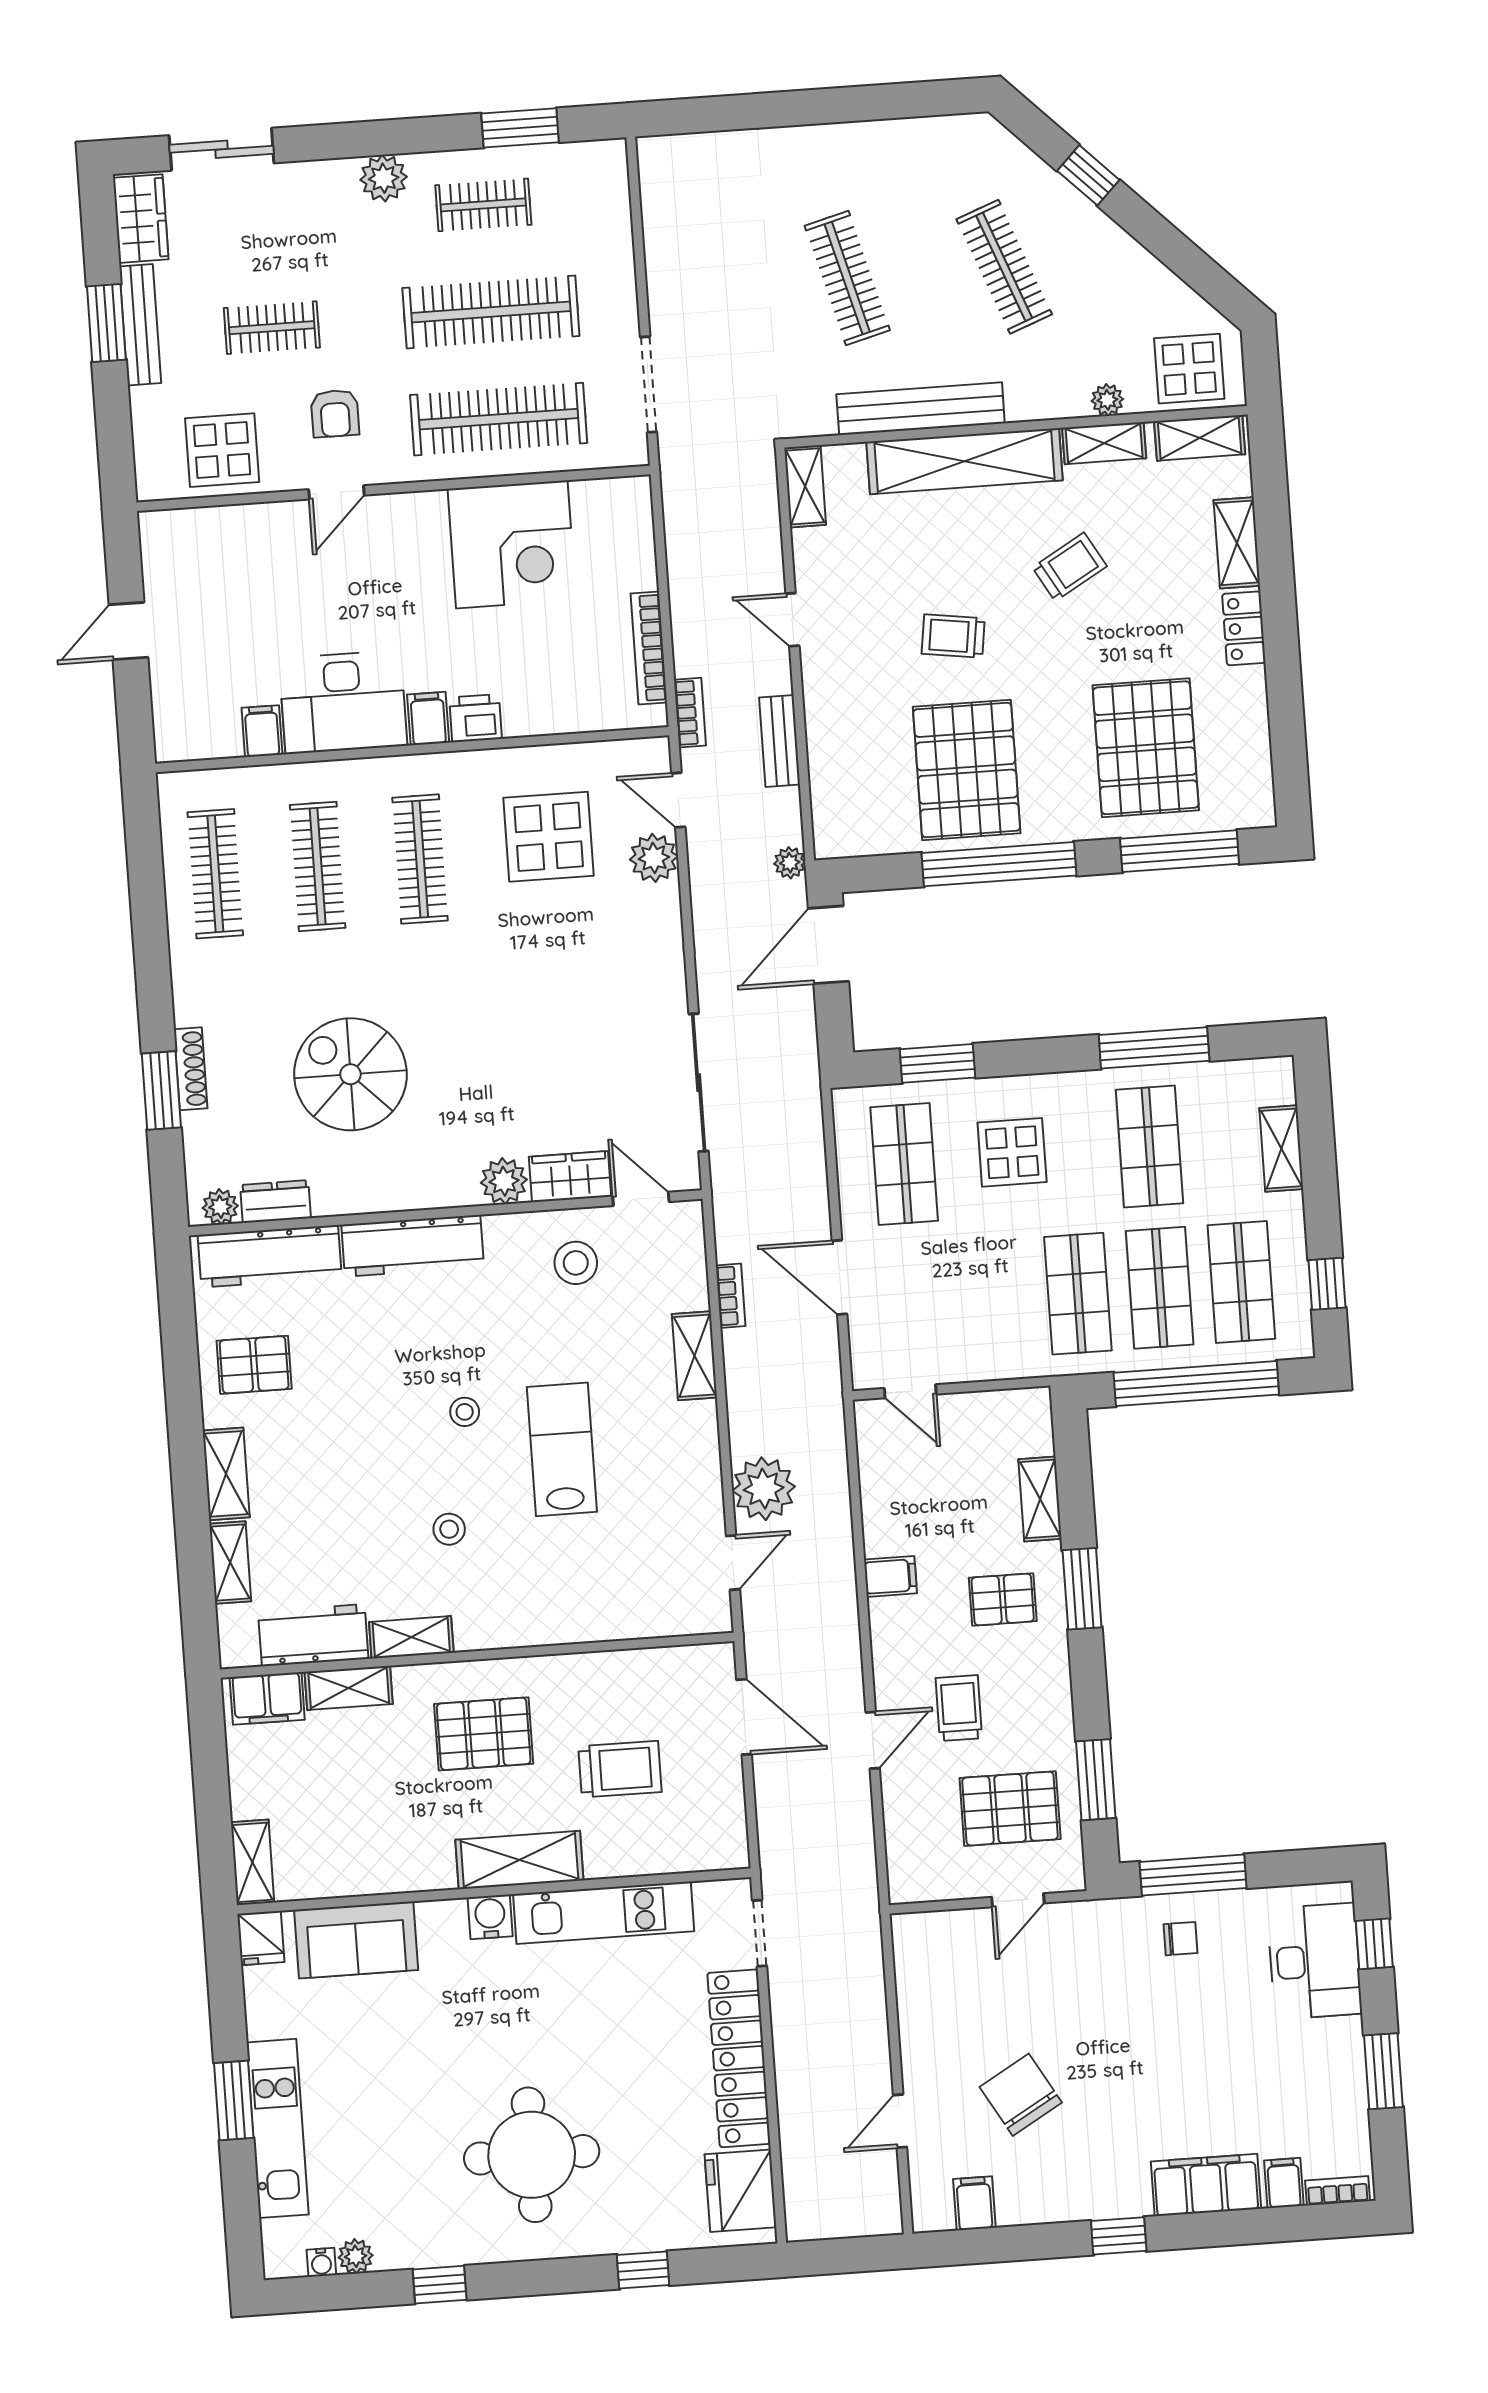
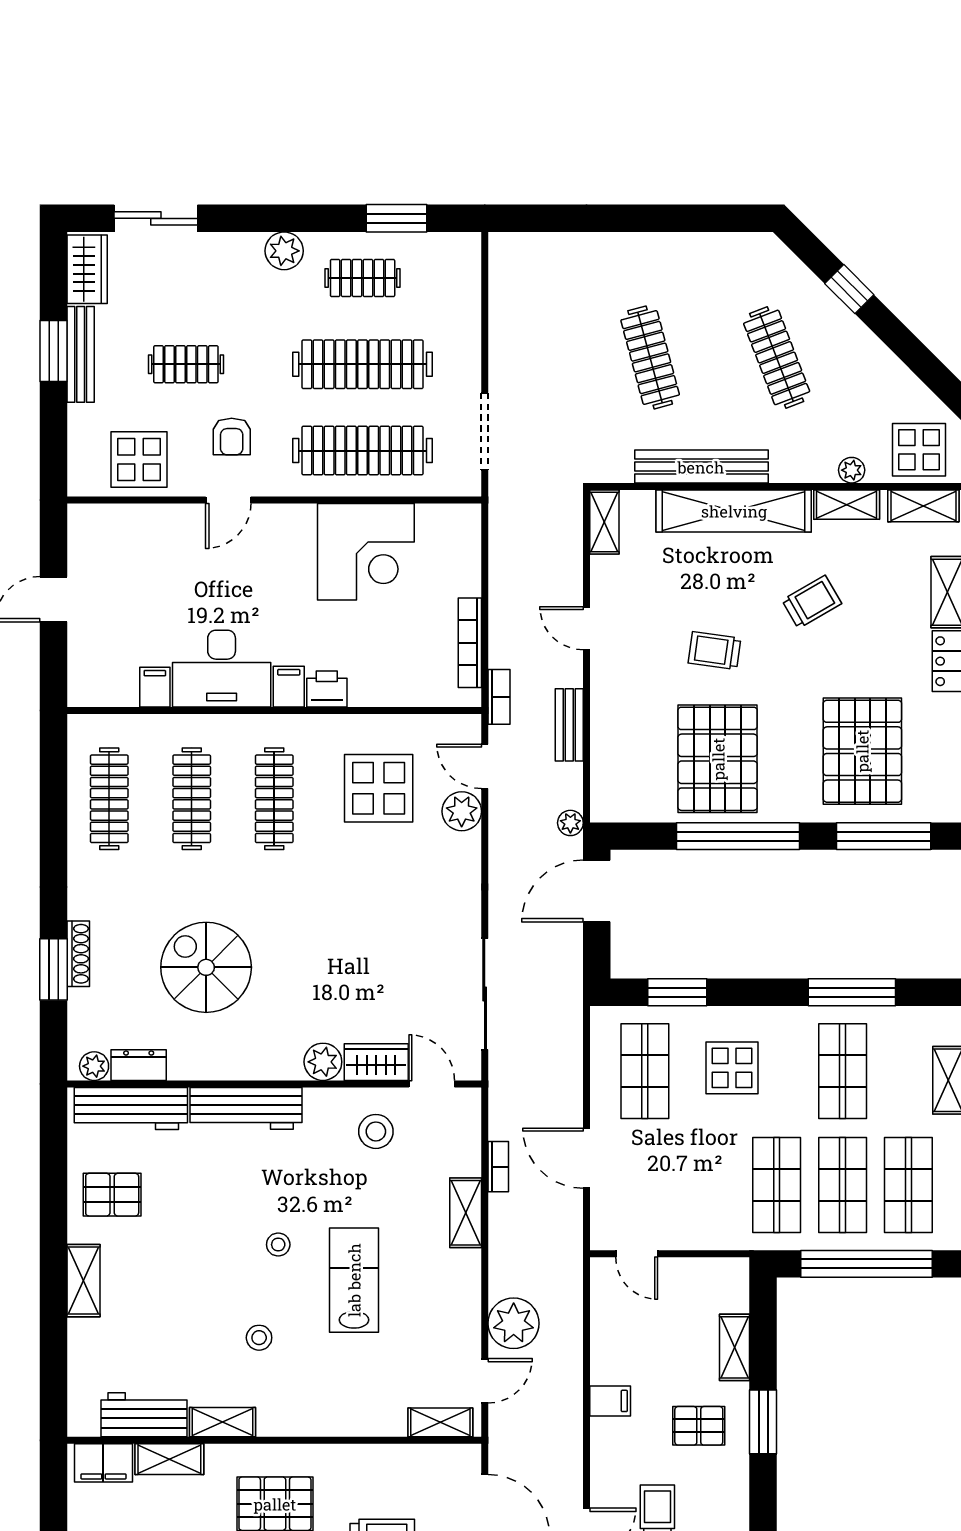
shelving: (230, 1562) -> (440, 1422), moved, turned 90

